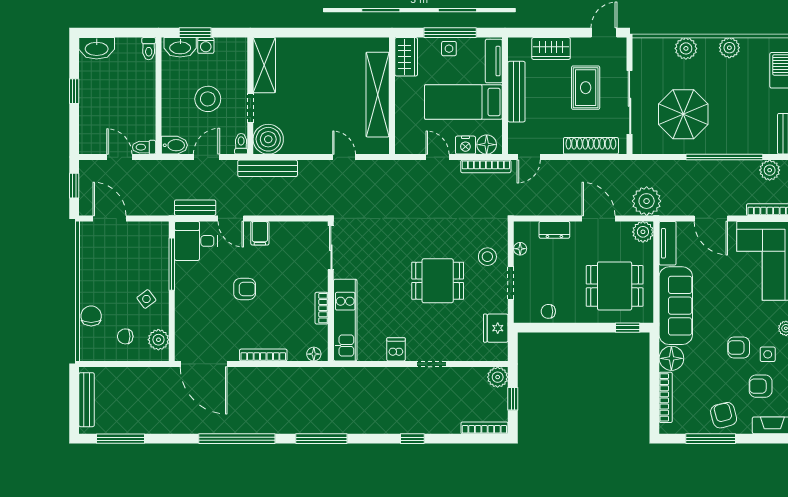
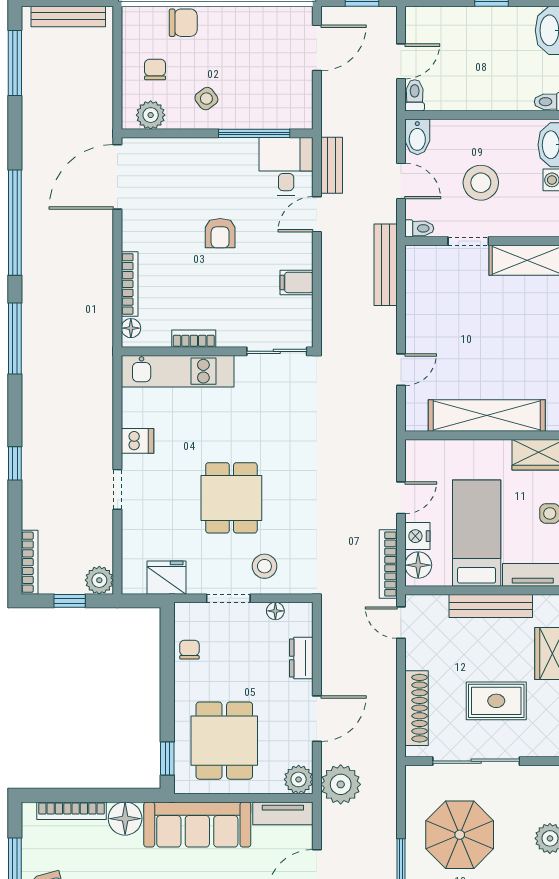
boiler: (268, 139) -> (425, 266), removed
filing cabinet: (260, 233) -> (297, 282), moved
bookcase: (263, 355) -> (130, 284), moved

